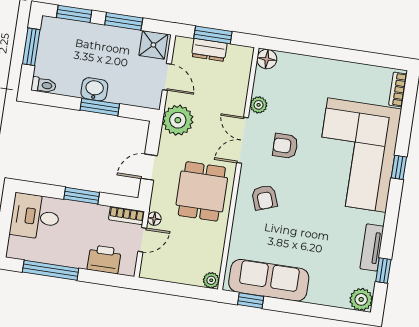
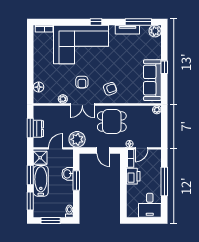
bathtub: (109, 40) -> (41, 181), added
floor lamp: (267, 59) -> (39, 87), moved
washbasin: (94, 89) -> (68, 174), moved
window: (399, 167) -> (96, 22), moved
window: (82, 196) -> (123, 183), removed
desk: (35, 217) -> (150, 205), moved
door: (142, 240) -> (141, 148), swing flipped
printer: (104, 259) -> (133, 176), moved, turned 180
window: (51, 270) -> (164, 182), moved
window: (383, 270) -> (138, 22), width x2.17
window: (251, 300) -> (164, 67), moved

